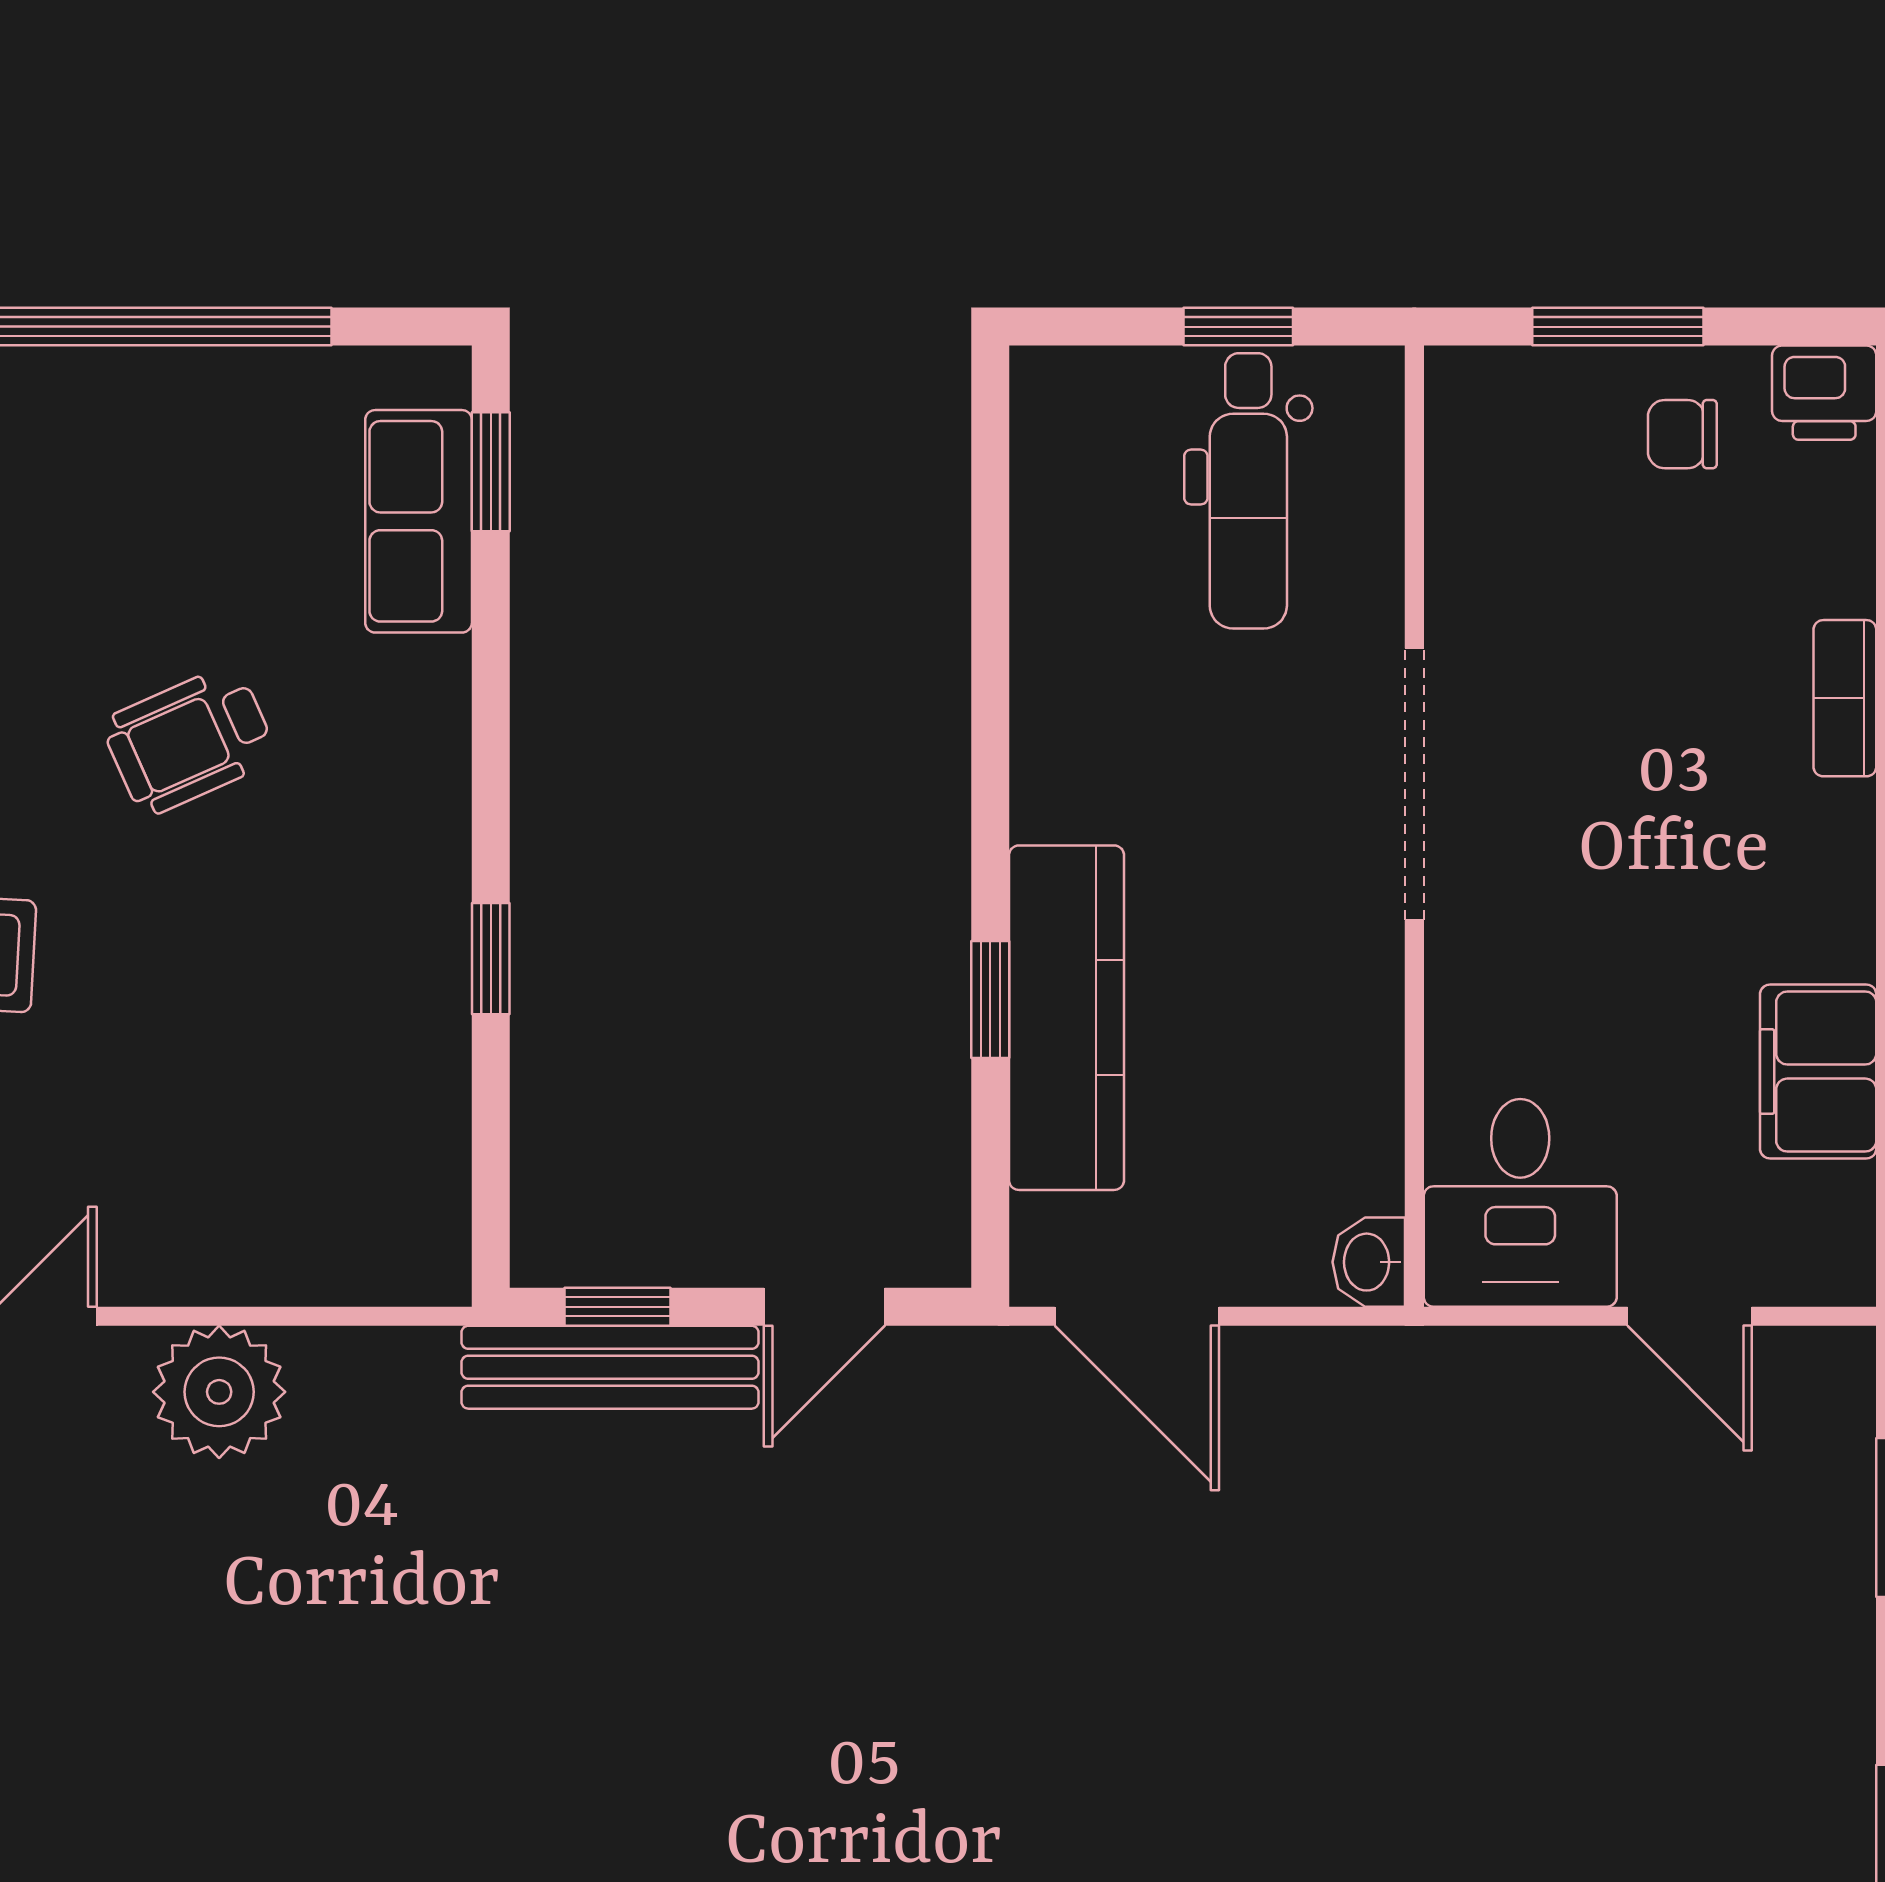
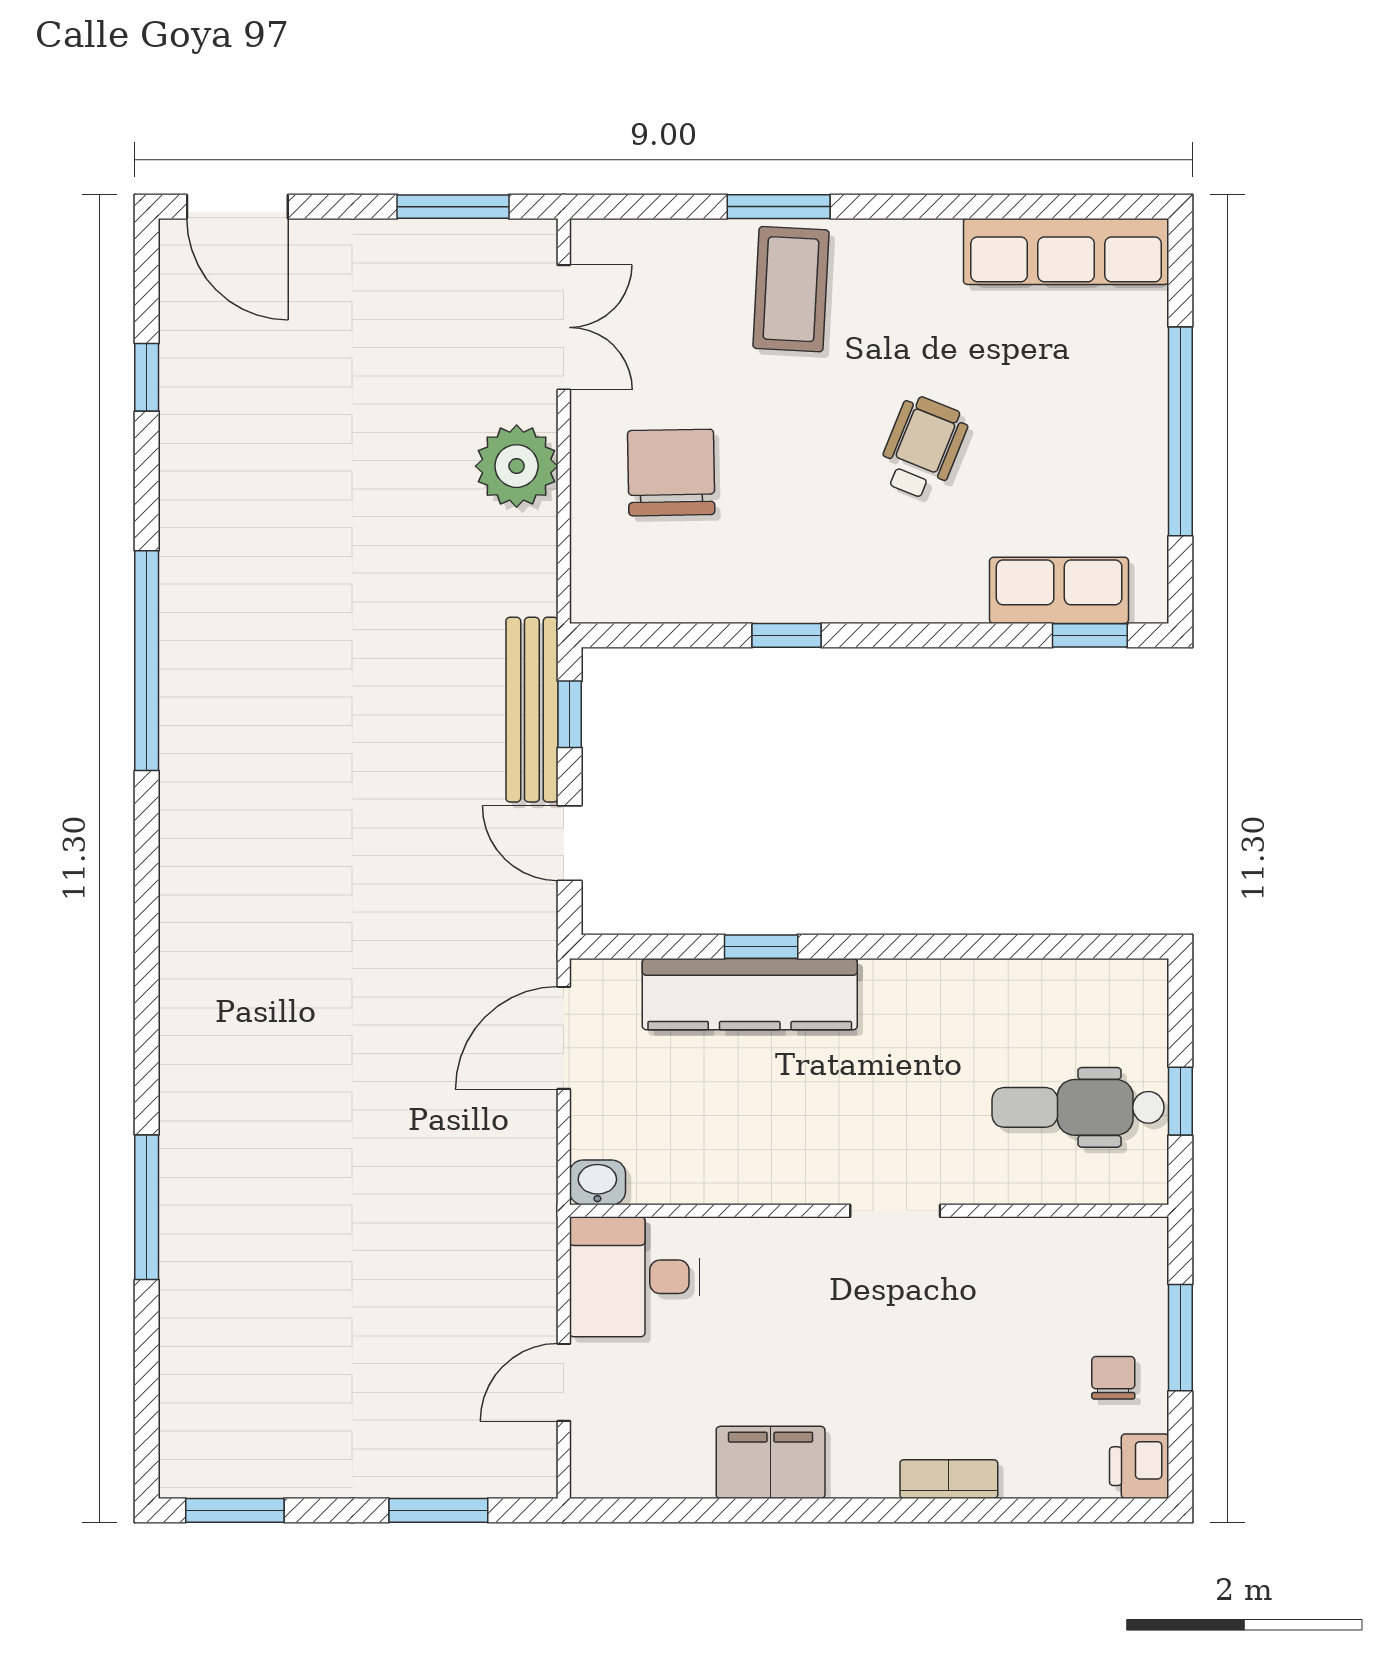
wheelchair: (189, 740) -> (923, 448), turned 46
doorway: (1414, 784) -> (895, 1211), width x0.53
filing cabinet: (1818, 1072) -> (771, 1462), moved
chair: (230, 1144) -> (671, 473), added

